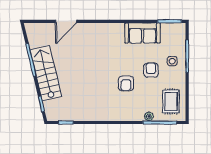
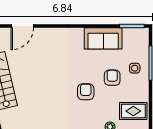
armchair: (126, 83) -> (86, 92), turned 180
rug: (171, 102) -> (133, 111), turned 90

